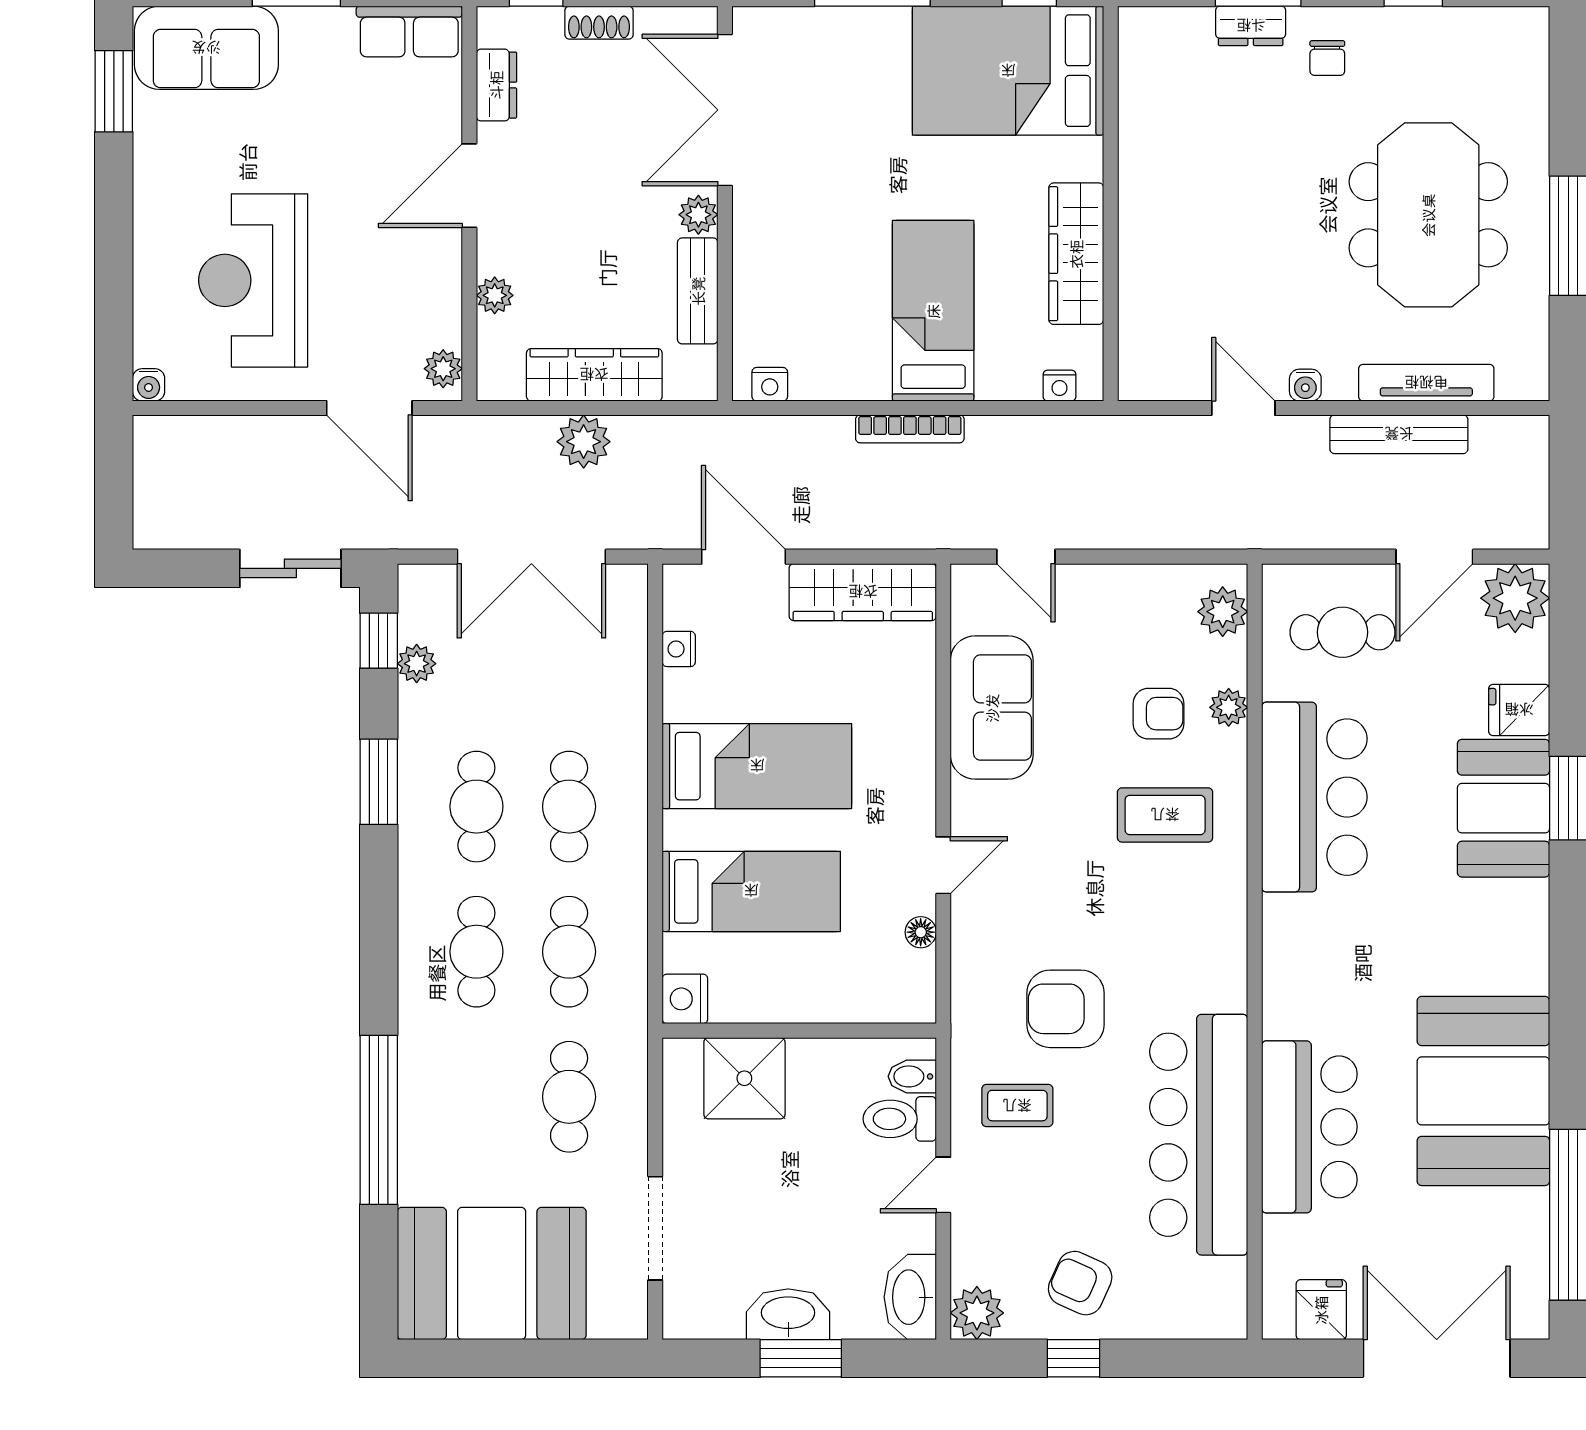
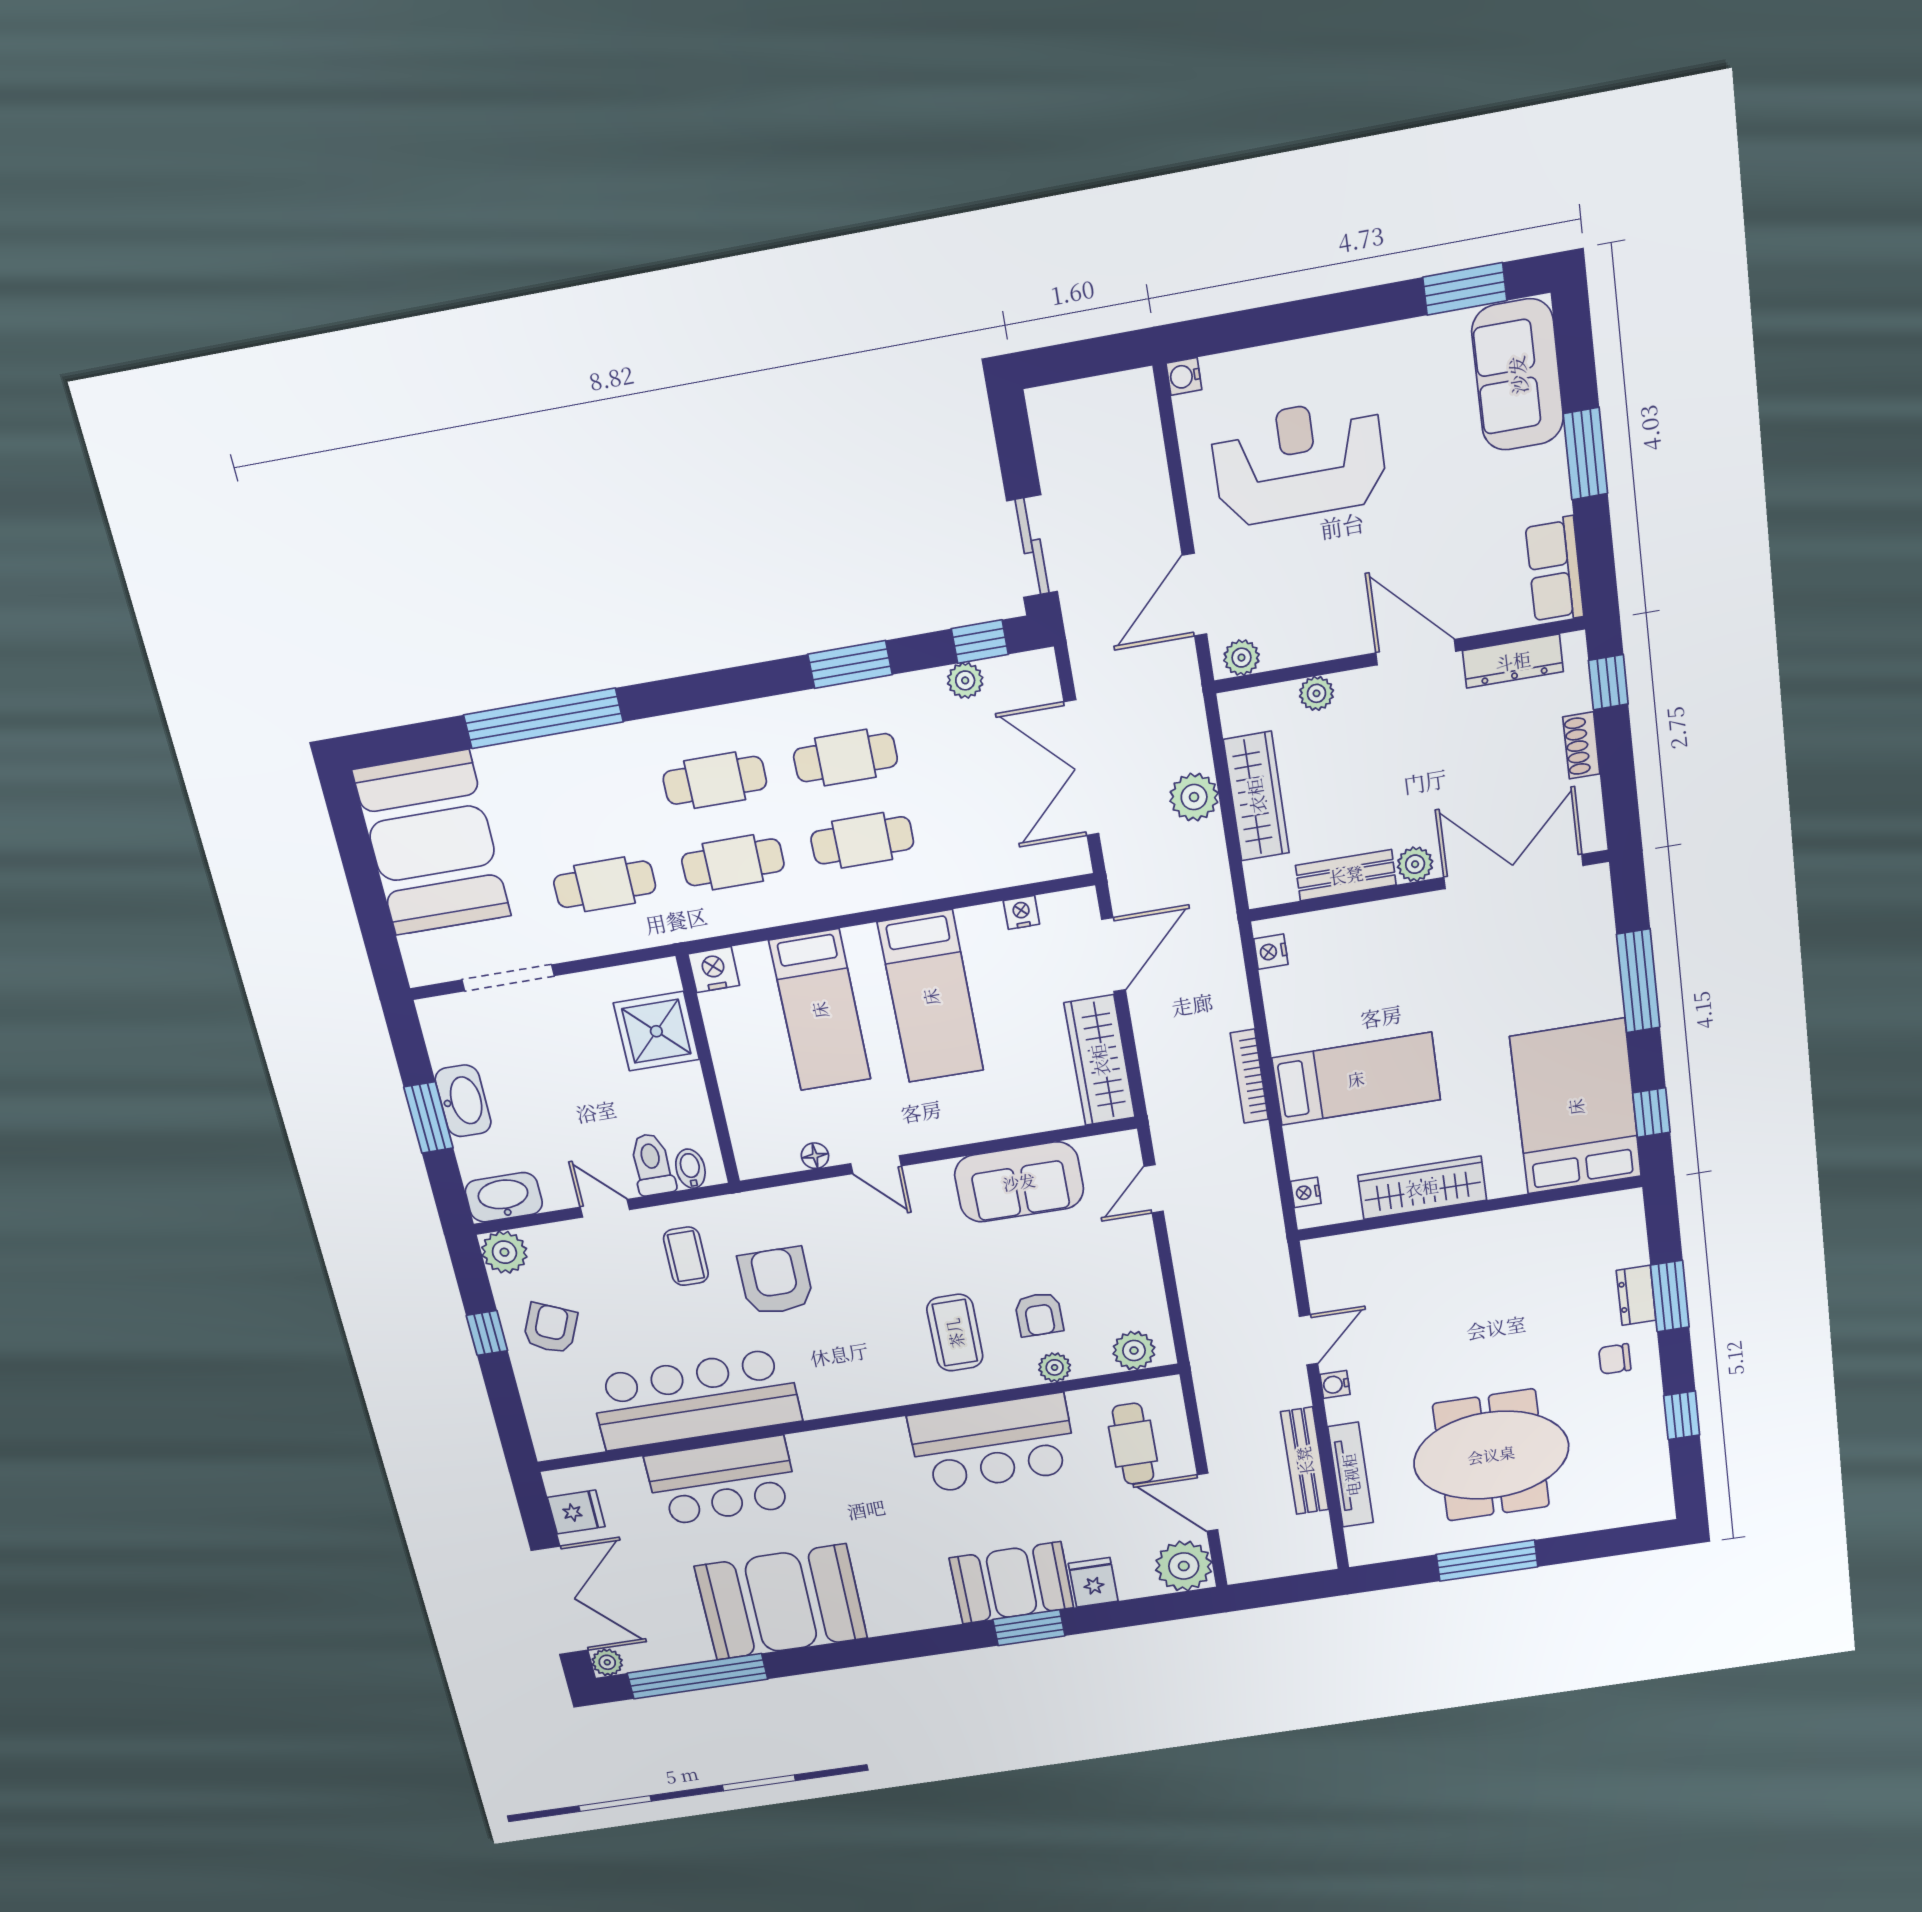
dresser: (496, 85) -> (1513, 661), width x1.44
plant: (1531, 1321) -> (607, 1662), added

